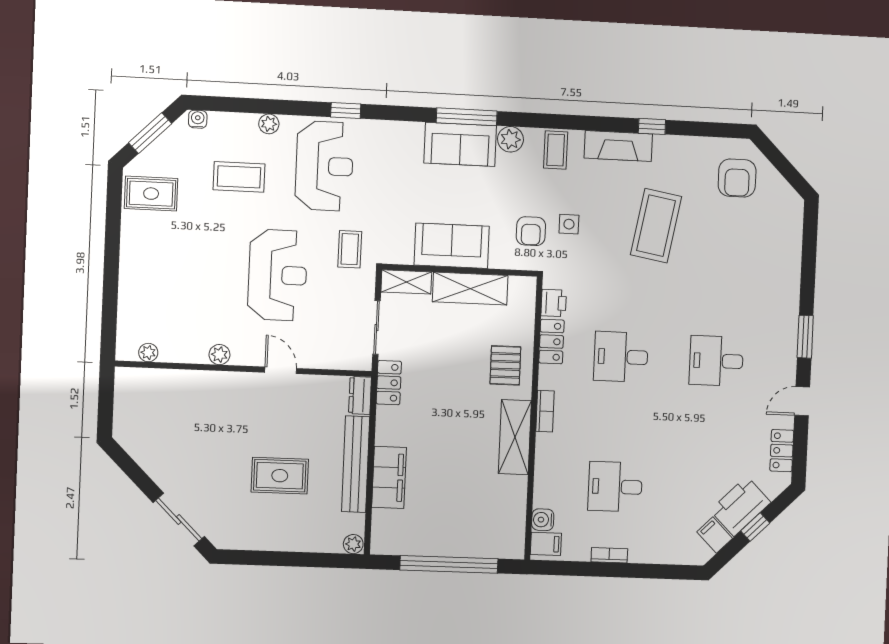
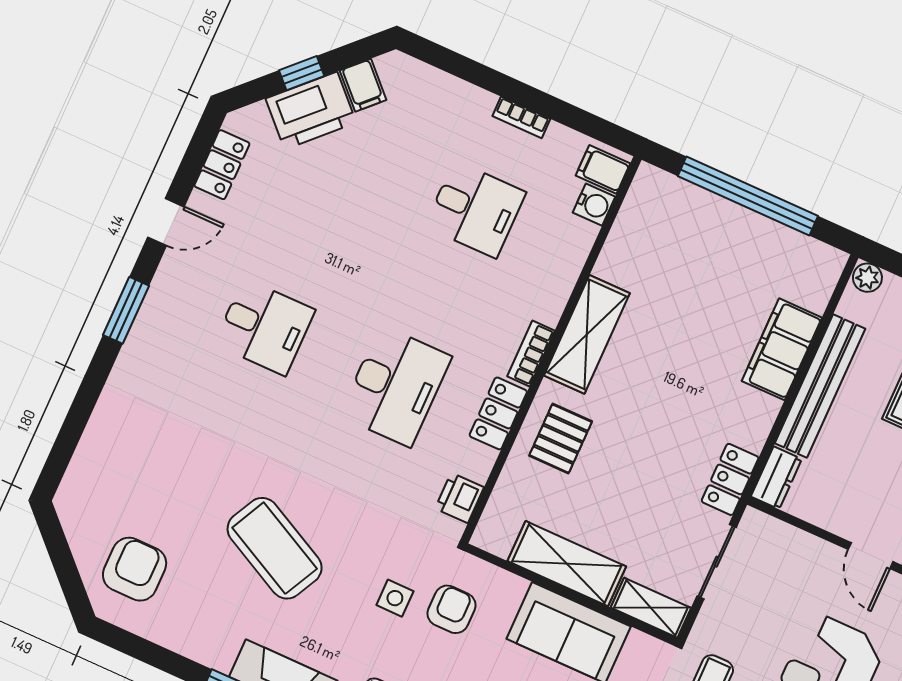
coffee table: (656, 226) -> (275, 548), turned -73
locker: (552, 342) -> (498, 413), moved
desk: (621, 357) -> (396, 386), width x1.37

